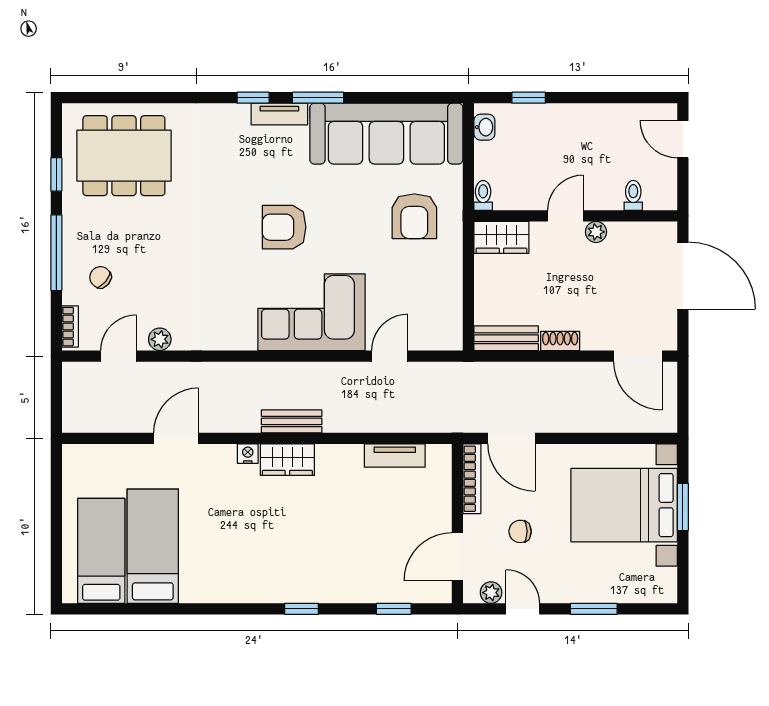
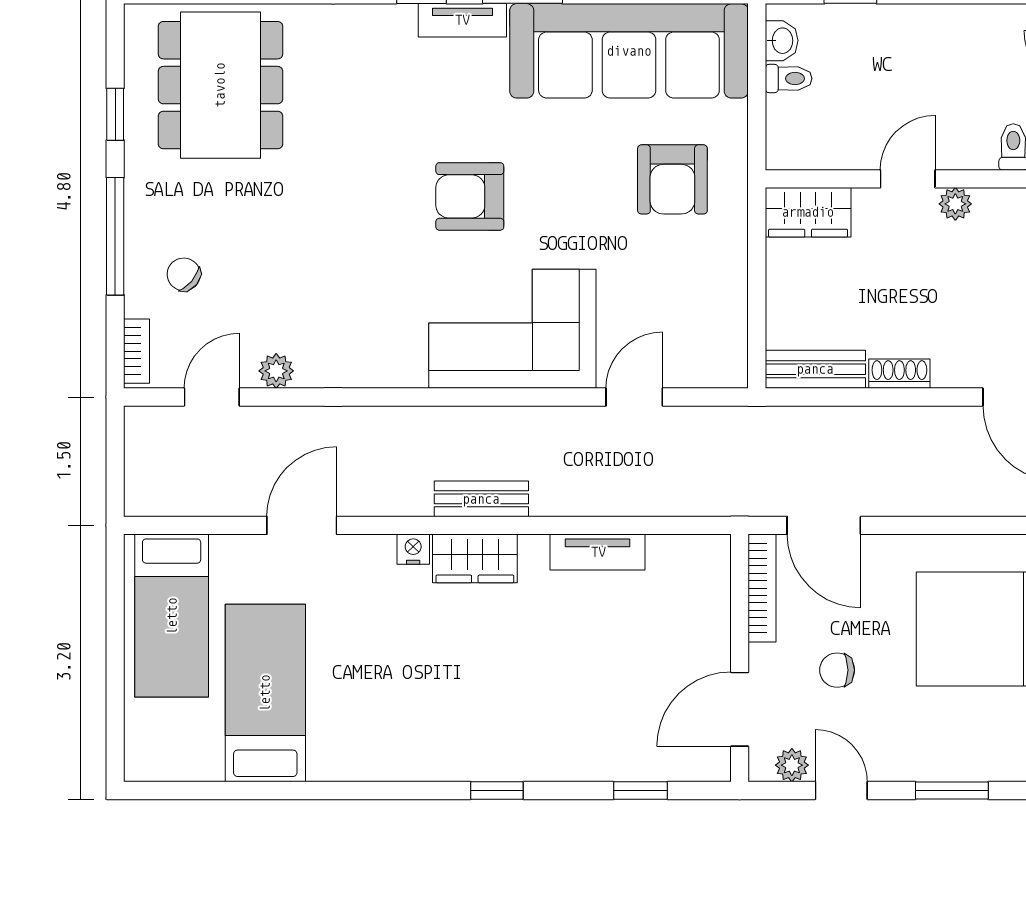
dining table: (124, 156) -> (220, 85), turned 90
toilet: (483, 195) -> (789, 79), moved, turned 90
tv unit: (395, 456) -> (598, 552), moved
bed: (101, 551) -> (172, 616), moved, turned 180

